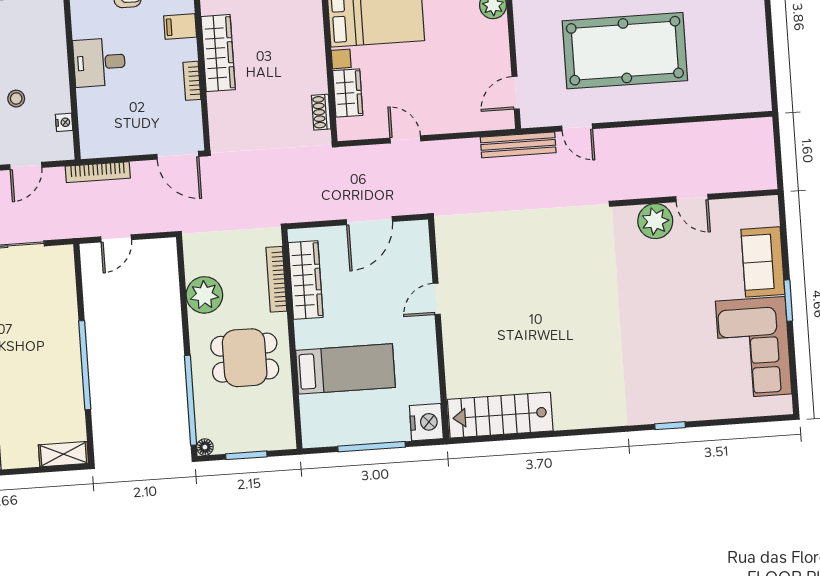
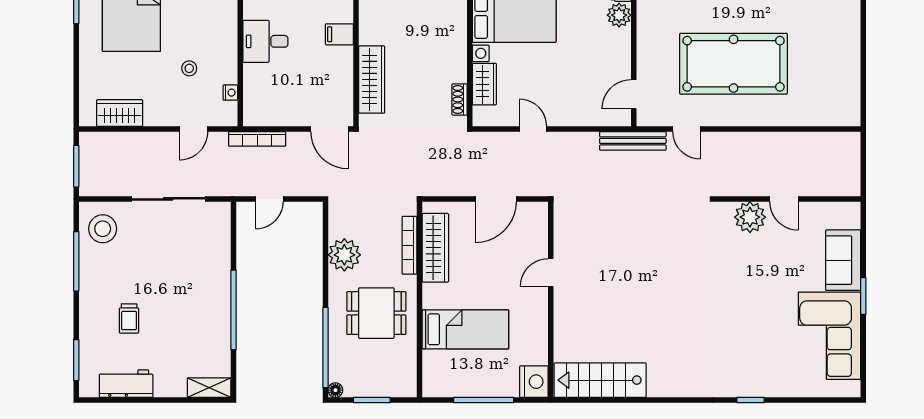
filing cabinet: (180, 27) -> (339, 34), moved
wardrobe: (218, 53) -> (372, 80), moved
bookcase: (192, 81) -> (347, 64), removed

